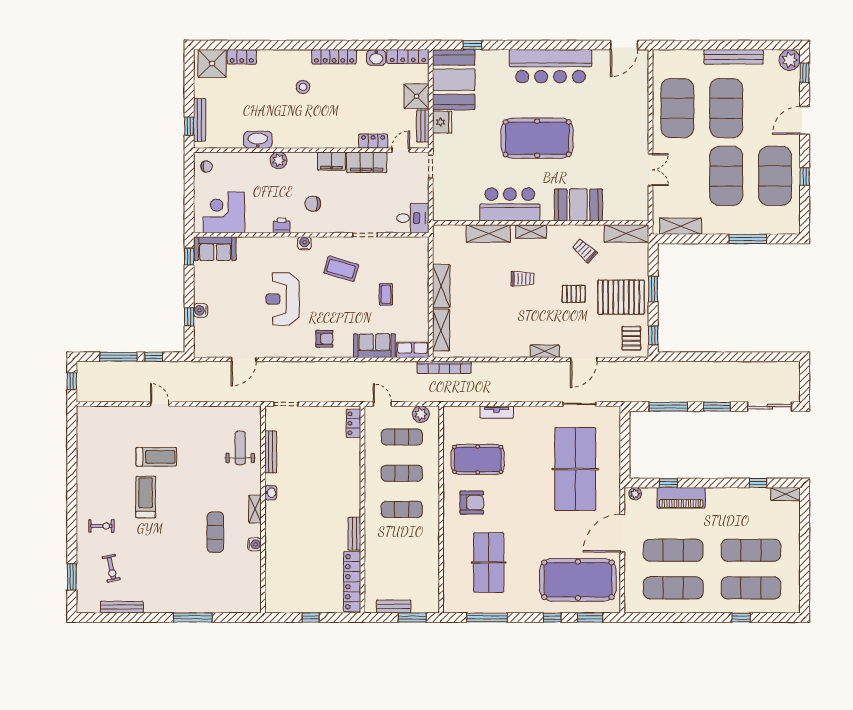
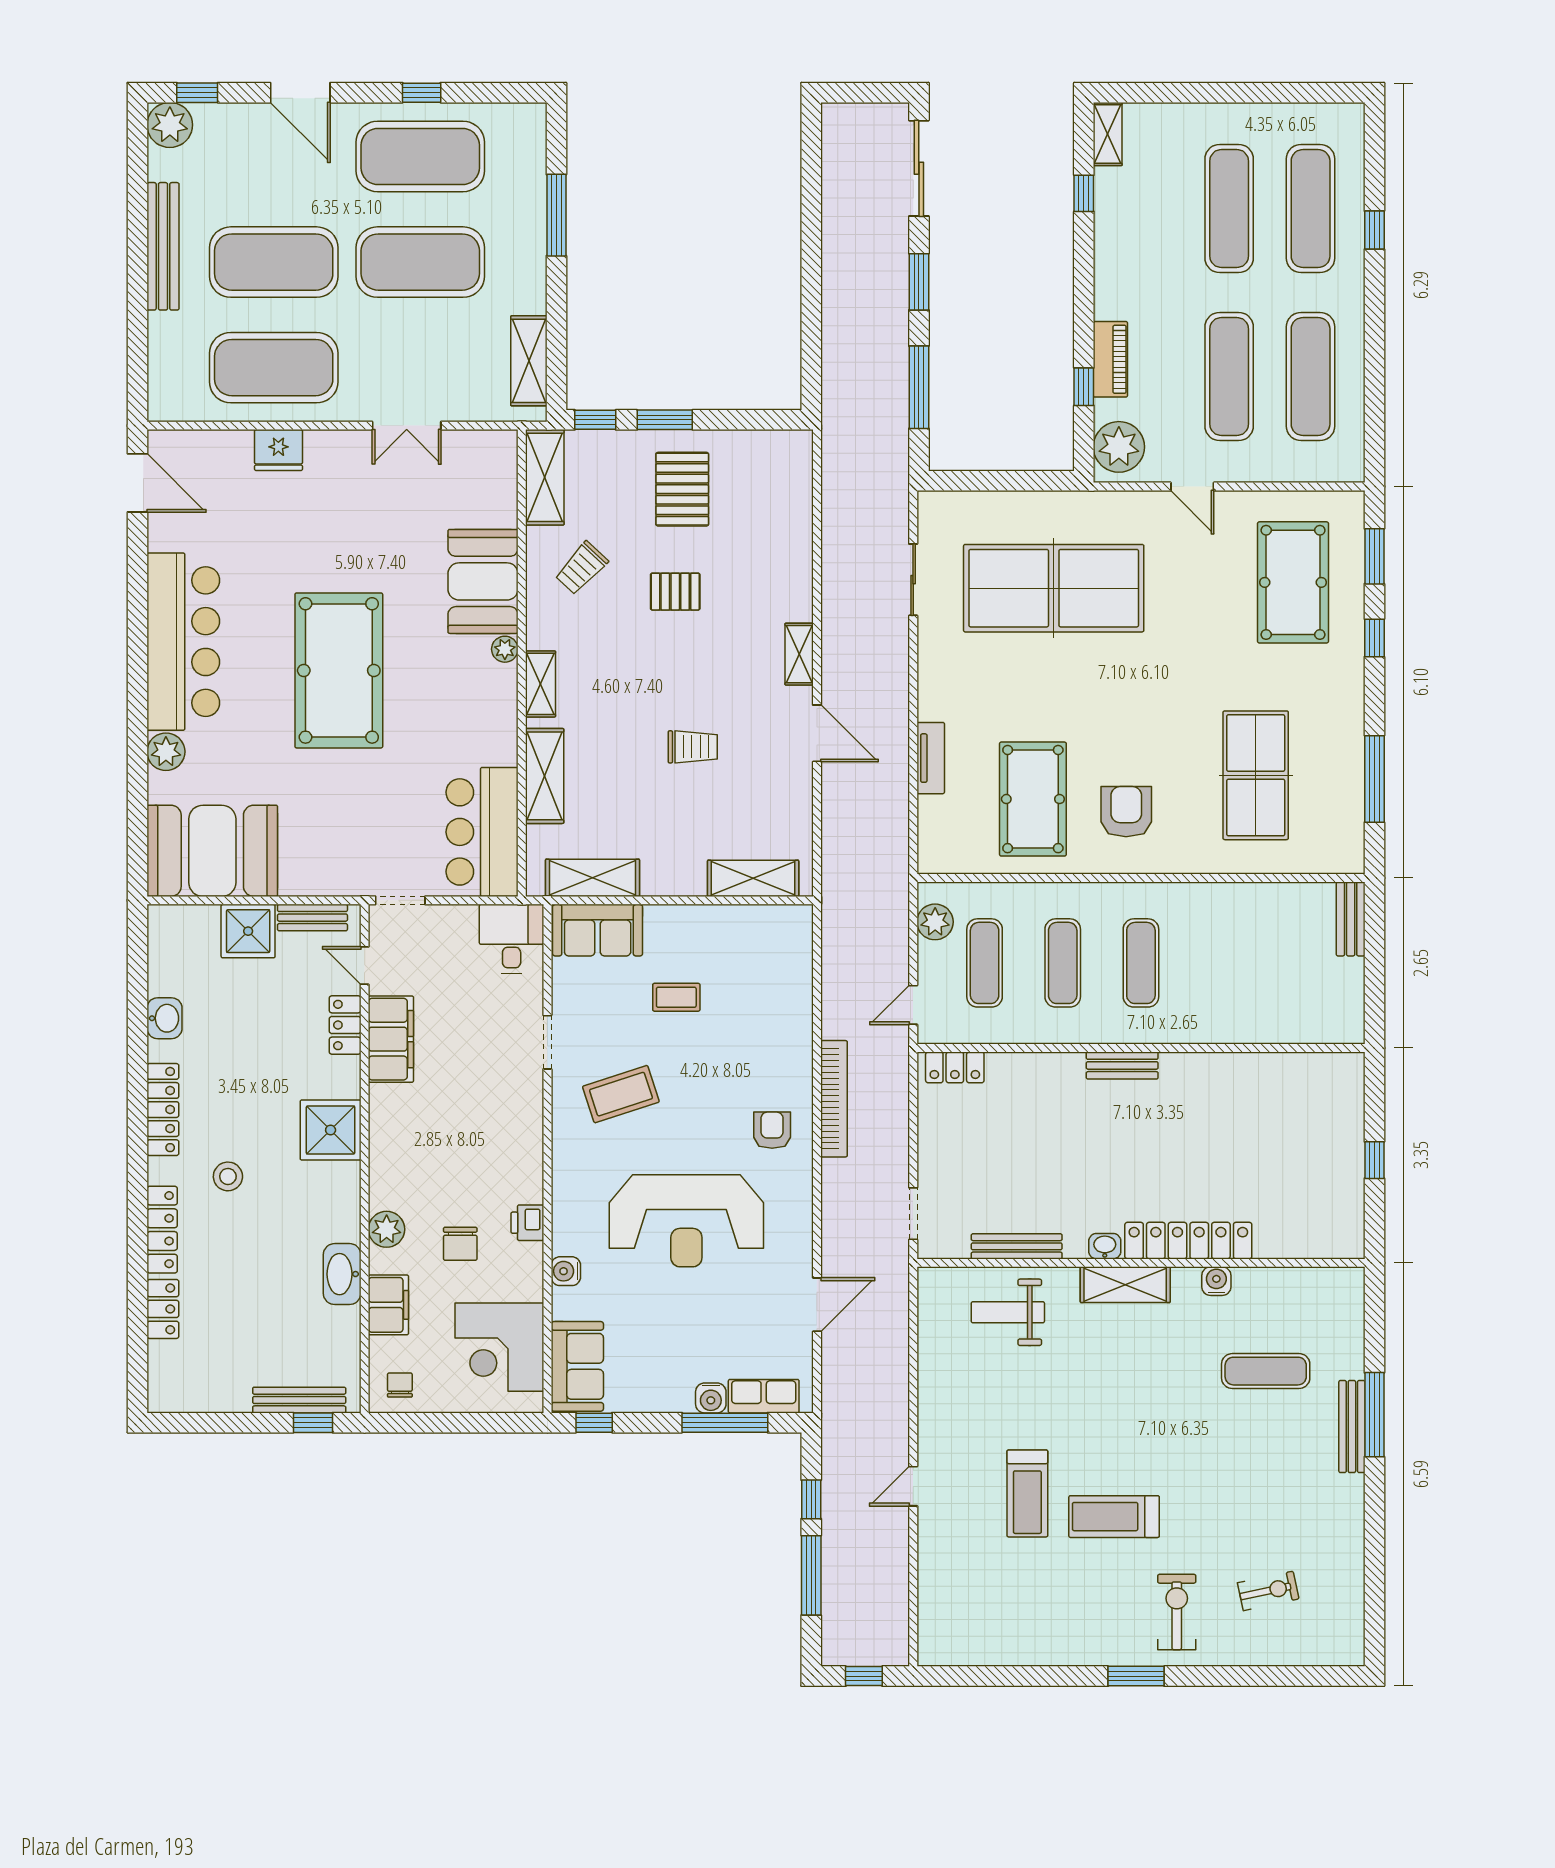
window: (472, 45) -> (137, 811), removed
locker: (408, 56) -> (162, 1230), moved
plant: (500, 58) -> (166, 752), added
shower: (212, 63) -> (331, 1130), moved
fridge: (442, 122) -> (278, 450), moved, turned 180
filing cabinet: (331, 161) -> (388, 1305), moved
double door: (650, 170) -> (407, 426), swing flipped
chair: (313, 204) -> (460, 1244), moved
bar counter: (510, 204) -> (482, 832), moved
plant: (547, 215) -> (505, 649), added
water cooler: (304, 243) -> (566, 1271), moved
coffee table: (341, 269) -> (621, 1094), turned 56
trolley: (522, 279) -> (693, 747), moved, turned 90
shelving: (441, 286) -> (593, 878), moved
pallet: (574, 294) -> (675, 592), turned 90
pallet: (621, 297) -> (682, 489), width x0.73, depth x0.71
reception desk: (283, 299) -> (686, 1221), width x1.36, depth x1.30
window: (189, 317) -> (725, 1423), width x2.17
window: (653, 335) -> (595, 420), moved
pallet: (631, 338) -> (771, 467), removed
sofa: (374, 346) -> (598, 930), moved, turned -90
row of seats: (413, 350) -> (764, 1396), moved, turned 90
door: (244, 359) -> (817, 1305), hinge flipped
door: (584, 359) -> (817, 733), moved
bookcase: (444, 367) -> (834, 1099), moved
treadmill: (156, 457) -> (1027, 1493), turned 180
plant: (635, 494) -> (1119, 447), width x1.87, depth x1.87
piano: (681, 498) -> (1110, 359), width x0.73, depth x0.75
shelving: (255, 509) -> (1125, 1285), width x1.50, depth x1.33
exercise bike: (101, 526) -> (1177, 1612), width x1.38, depth x1.39
exercise mat: (215, 532) -> (1266, 1371), moved
door: (622, 533) -> (1192, 487), width x0.53
bench: (354, 534) -> (1122, 1065), moved
table tennis table: (489, 563) -> (1256, 775), turned 90
window: (72, 577) -> (1136, 1676), moved
pool table: (578, 580) -> (1293, 582), width x0.73, depth x0.76
locker: (352, 582) -> (1188, 1241), moved, turned 180
bench: (394, 606) -> (1351, 919), moved
bench: (122, 607) -> (1352, 1427), moved
window: (412, 617) -> (1374, 941), removed

